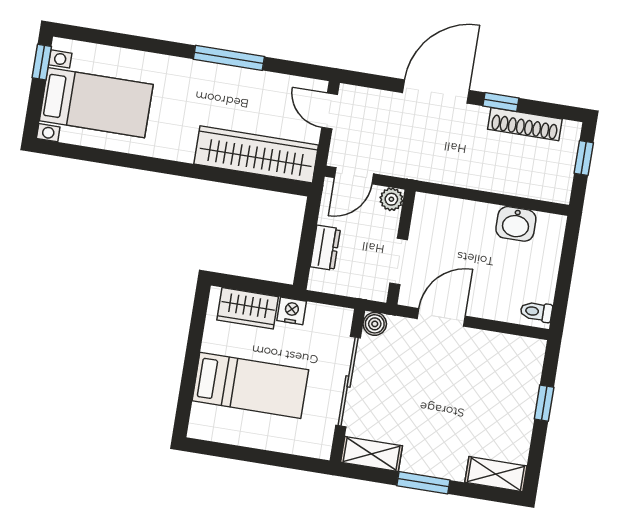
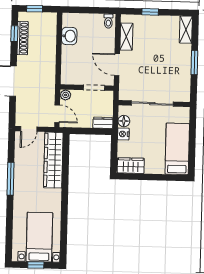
window: (42, 62) -> (36, 265), moved
window: (501, 102) -> (14, 34), moved
dresser: (325, 248) -> (103, 123), moved
wardrobe: (248, 308) -> (131, 166), moved, turned -90
floor lamp: (319, 316) -> (124, 121), added
boiler: (375, 324) -> (124, 95), removed
bed: (250, 385) -> (177, 149), moved
shelving: (372, 454) -> (126, 37), moved

